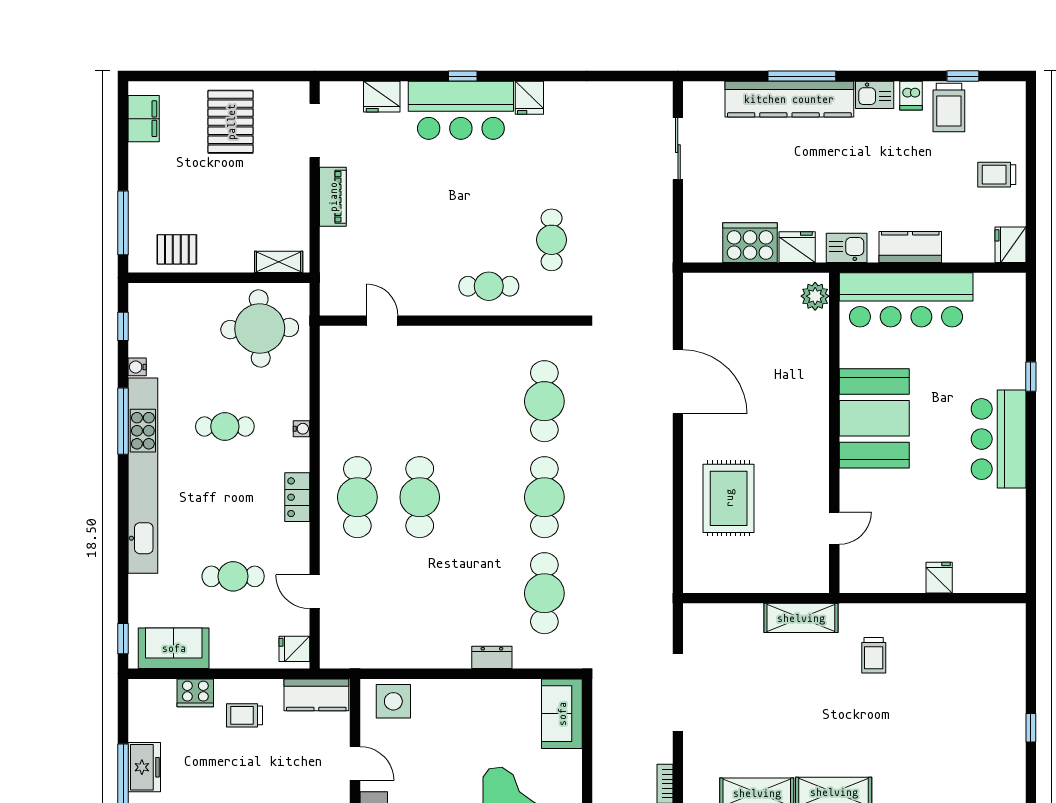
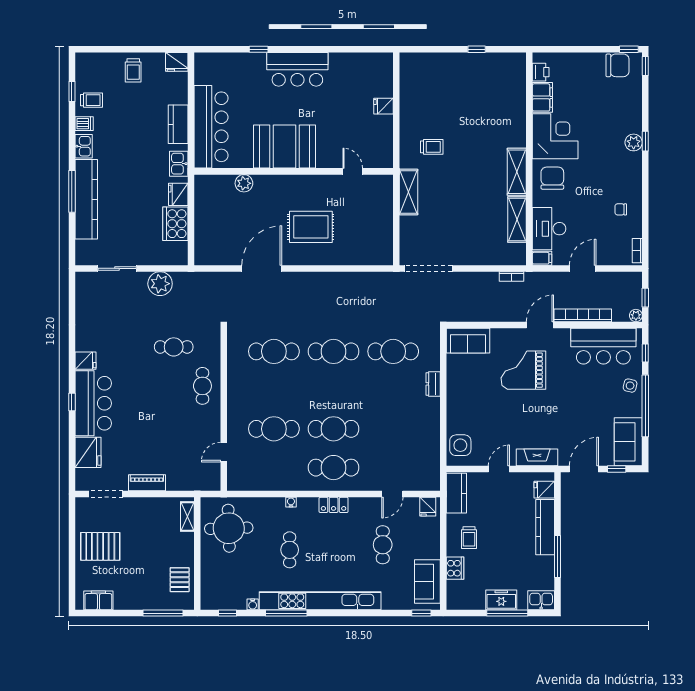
fridge: (382, 97) -> (88, 452), width x1.36, depth x1.34
trolley: (949, 108) -> (92, 100), width x0.73, depth x0.72
plant: (653, 218) -> (160, 284), added
plant: (815, 296) -> (244, 183), moved
cafe table: (420, 401) -> (274, 429), added
rug: (729, 498) -> (311, 227), moved
doorway: (678, 692) -> (428, 268), moved

